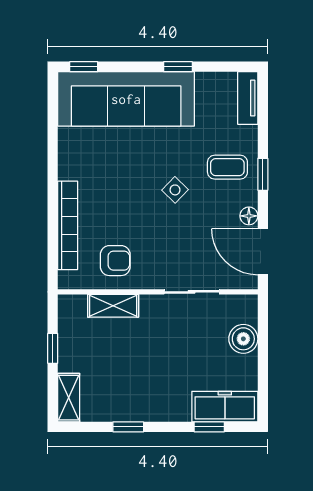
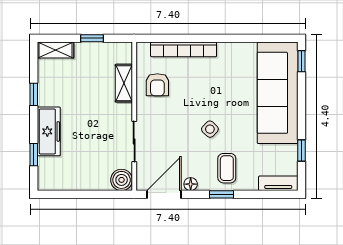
window: (178, 67) -> (301, 150), moved
boiler: (243, 339) -> (122, 180), moved
freezer: (225, 407) -> (49, 131), moved

